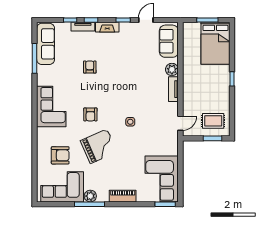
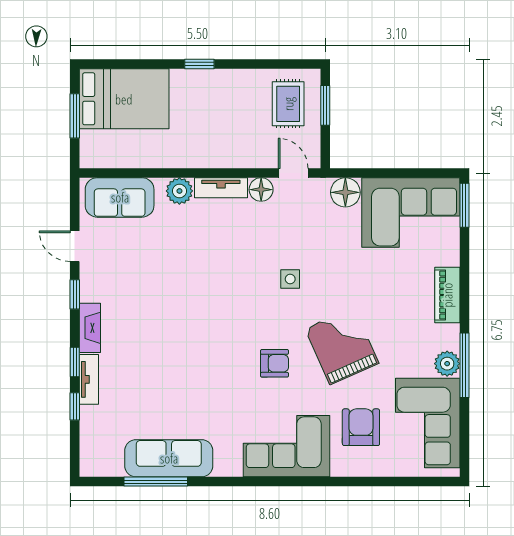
sofa: (46, 44) -> (169, 458), moved
armchair: (90, 67) -> (174, 365), removed
corner sofa: (51, 106) -> (287, 446), moved
floor lamp: (173, 108) -> (261, 190), added
floor lamp: (171, 148) -> (345, 192), added

